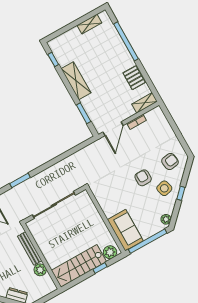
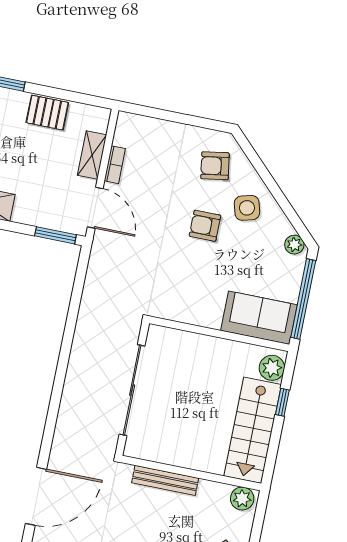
shelving: (144, 103) -> (92, 155), moved
window: (84, 113) -> (55, 235), moved
armchair: (170, 161) -> (215, 166), turned -90
window: (20, 180) -> (54, 409), removed
window: (181, 193) -> (275, 190), removed
plant: (40, 270) -> (242, 499), moved

